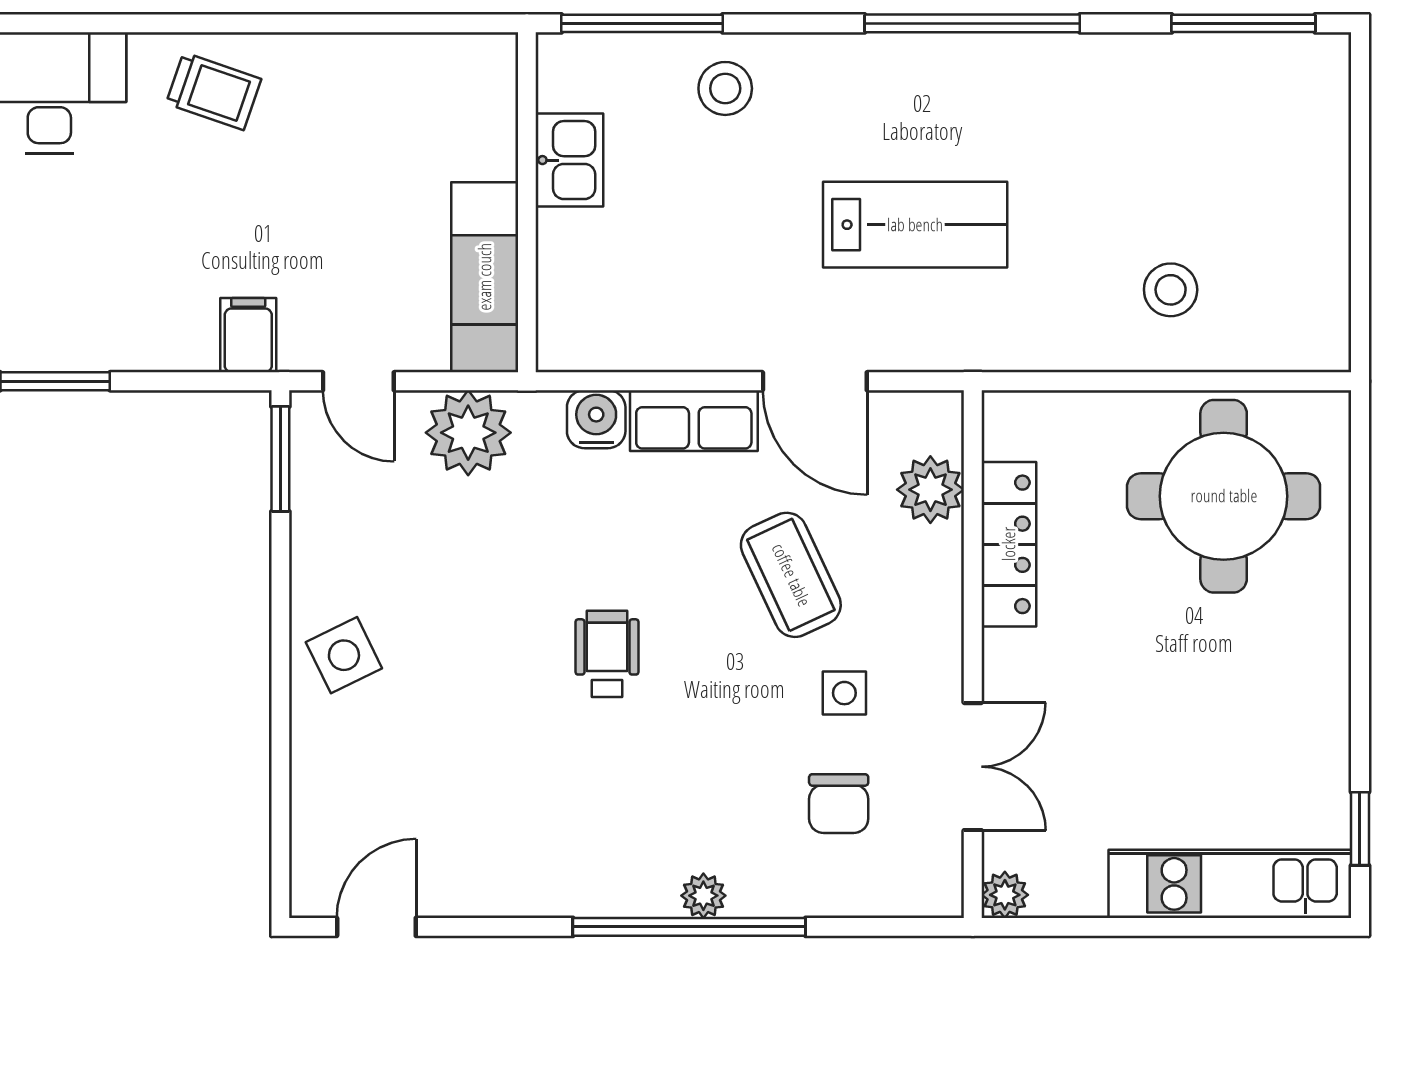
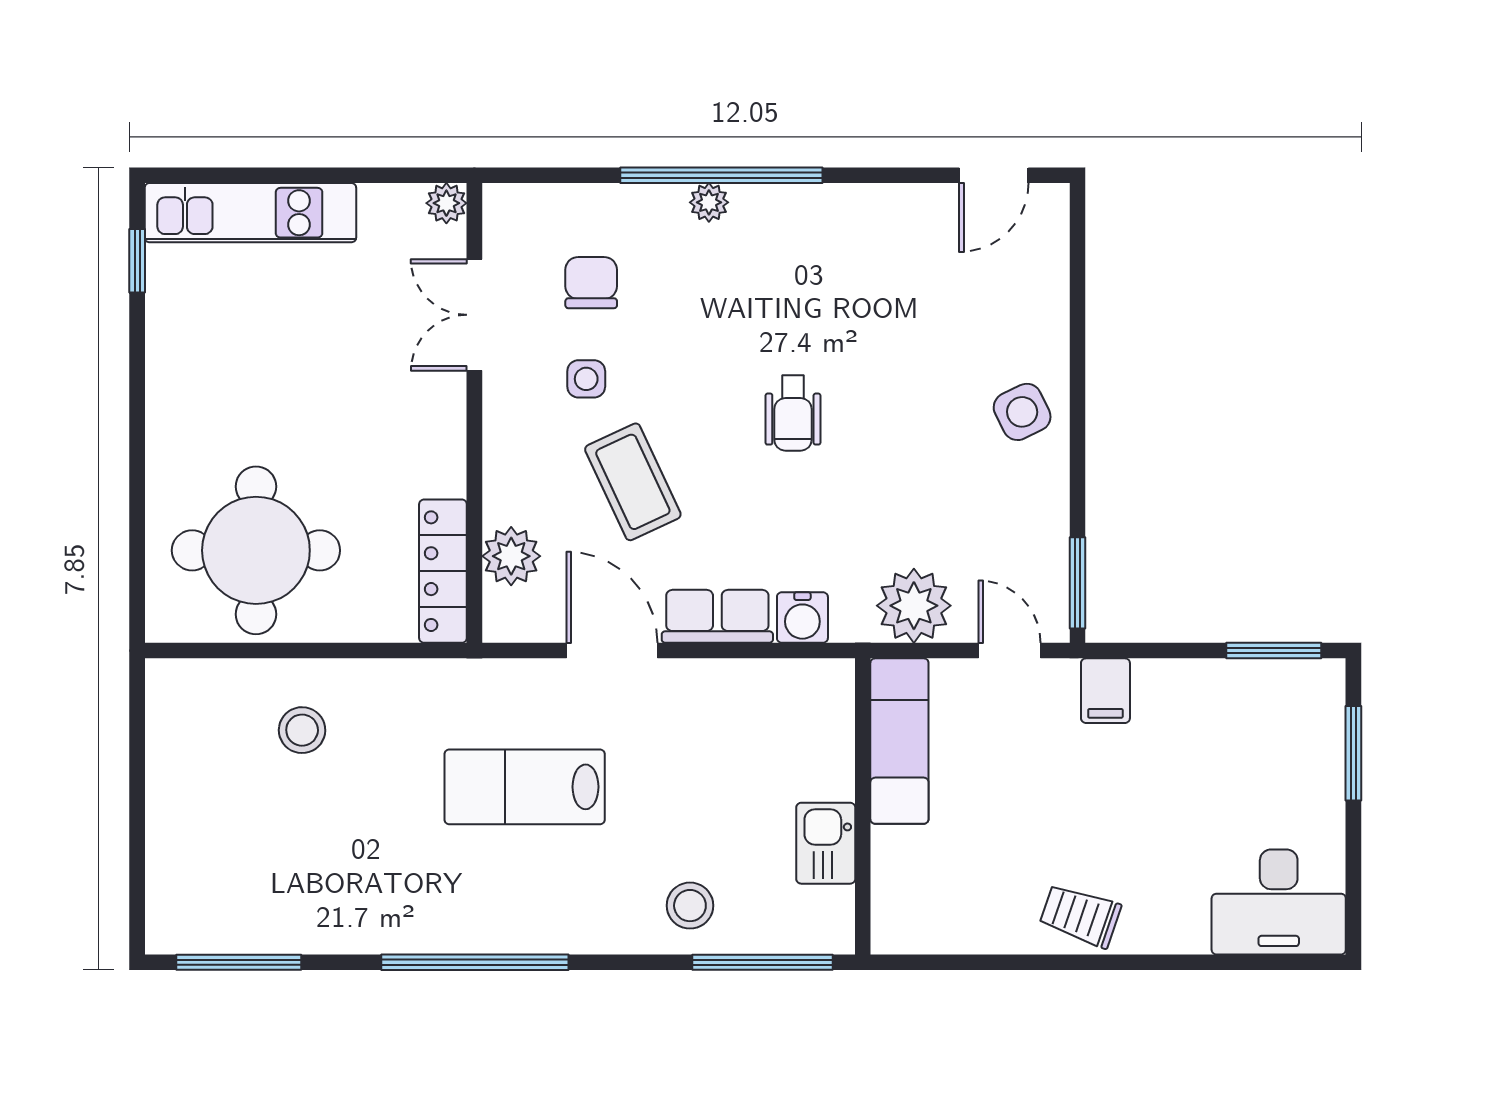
trolley: (214, 91) -> (1080, 916), moved
locker: (1009, 544) -> (443, 571), moved

